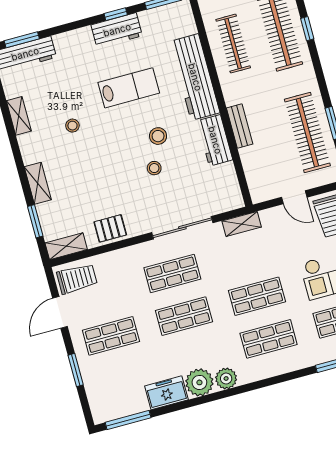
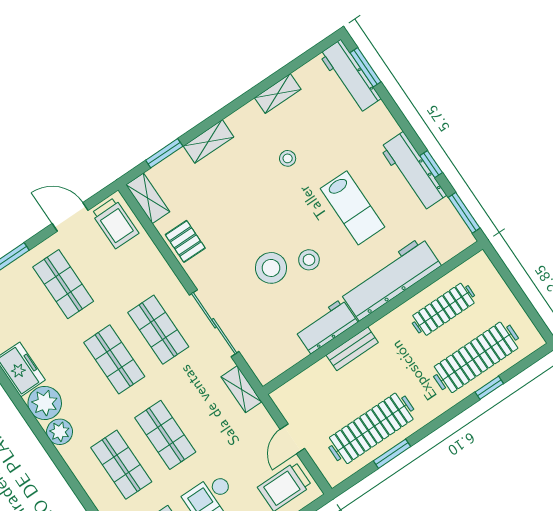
workbench: (117, 30) -> (413, 172), width x1.38
stool: (154, 168) -> (271, 268), width x1.89, depth x1.89

